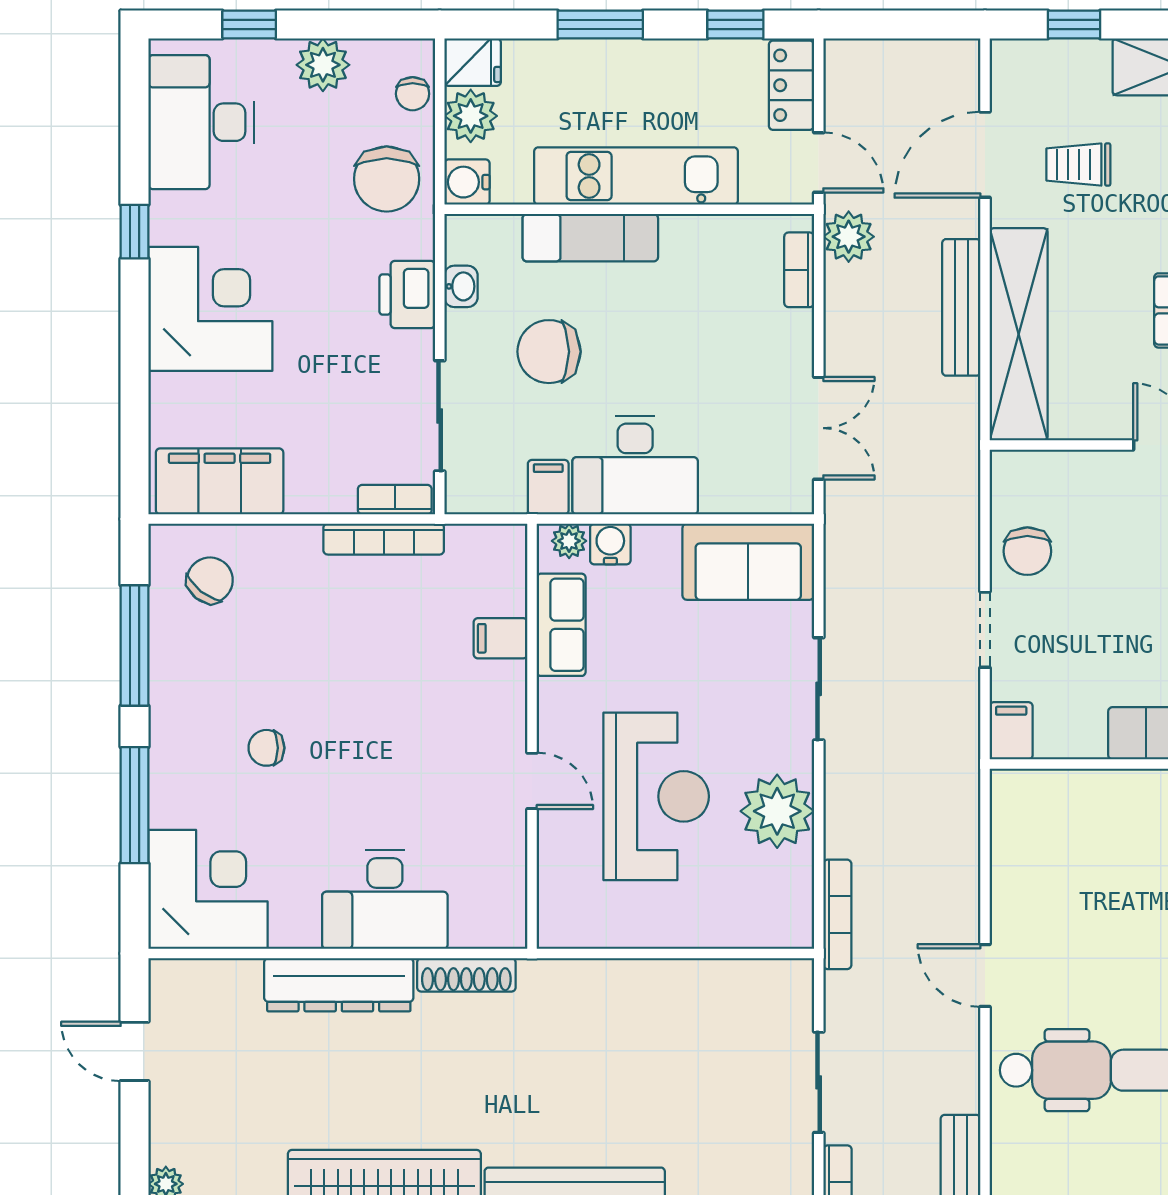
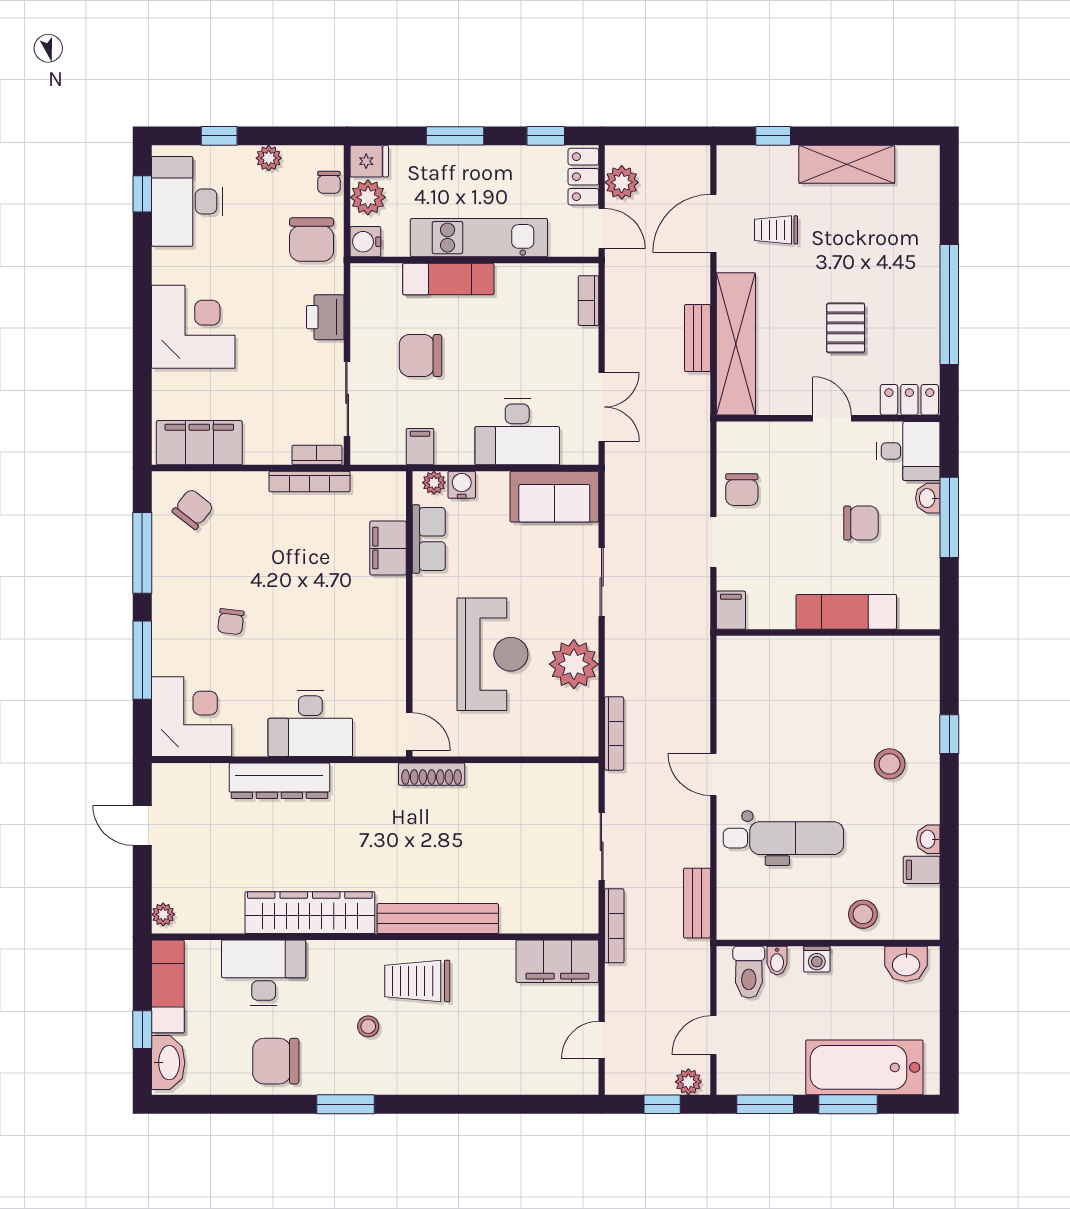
plant: (323, 65) -> (269, 158), width x0.73, depth x0.73
window: (135, 232) -> (142, 194), moved
plant: (849, 237) -> (622, 182), moved
washbasin: (461, 286) -> (361, 312), removed
bench: (961, 307) -> (697, 338), width x0.73
desk: (635, 465) -> (517, 432), moved
filing cabinet: (501, 638) -> (388, 548), width x2.00
chair: (266, 748) -> (231, 622), turned -83
door: (532, 781) -> (409, 731), moved
shoe rack: (466, 975) -> (432, 774), moved

